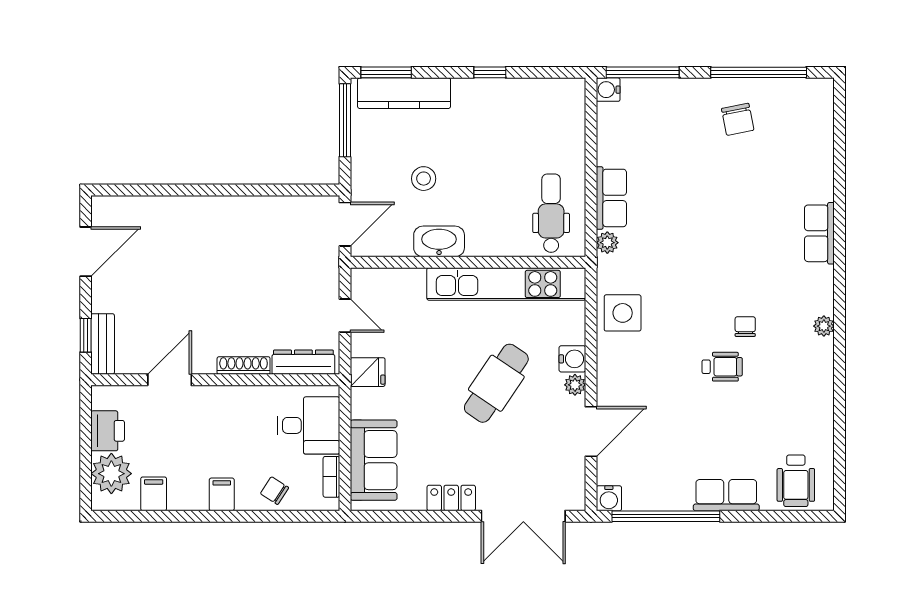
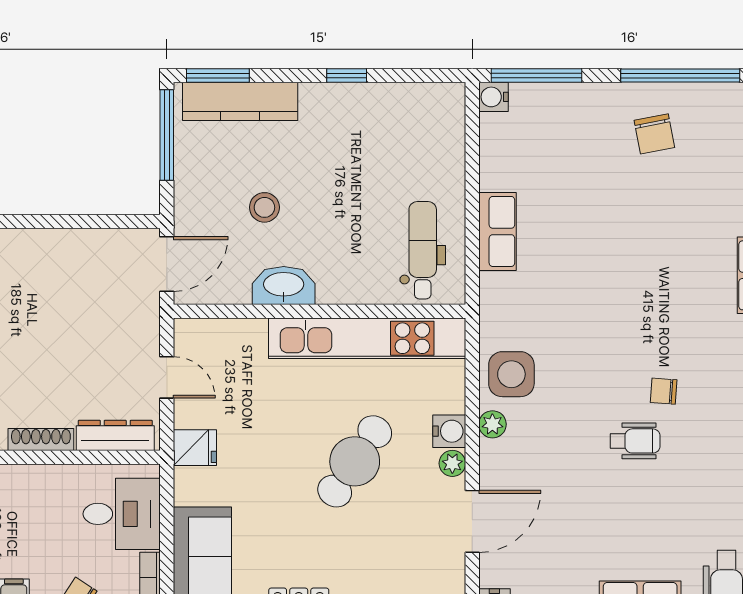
plant: (607, 243) -> (492, 424), moved
chair: (745, 327) -> (664, 391), turned -86

